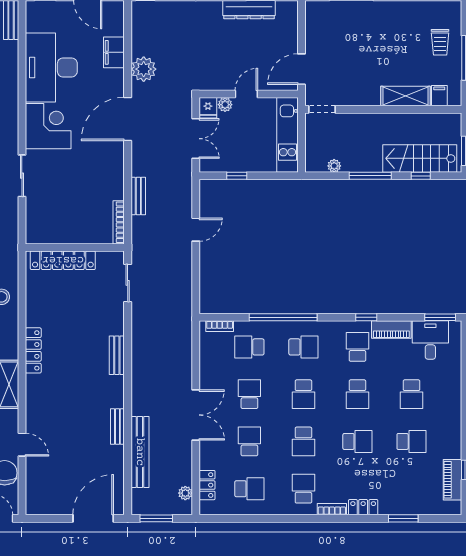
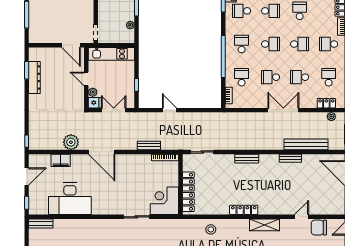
corner desk: (48, 126) -> (164, 201), moved
school desk: (249, 347) -> (242, 77), turned 180

